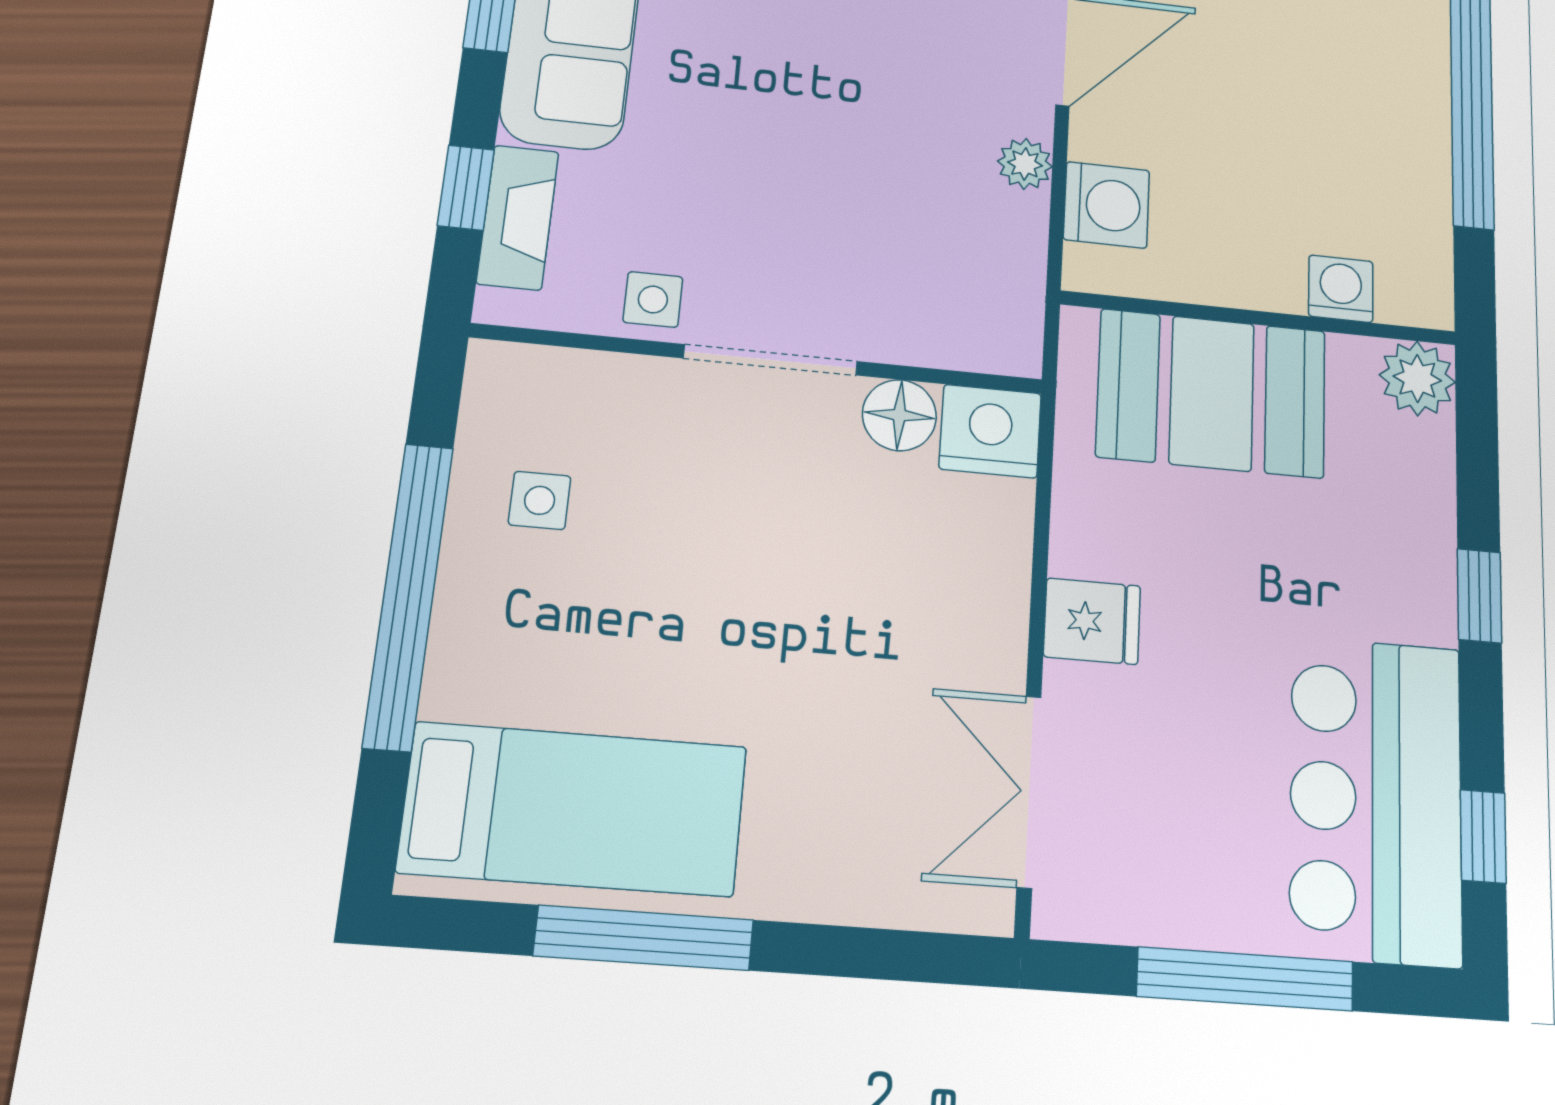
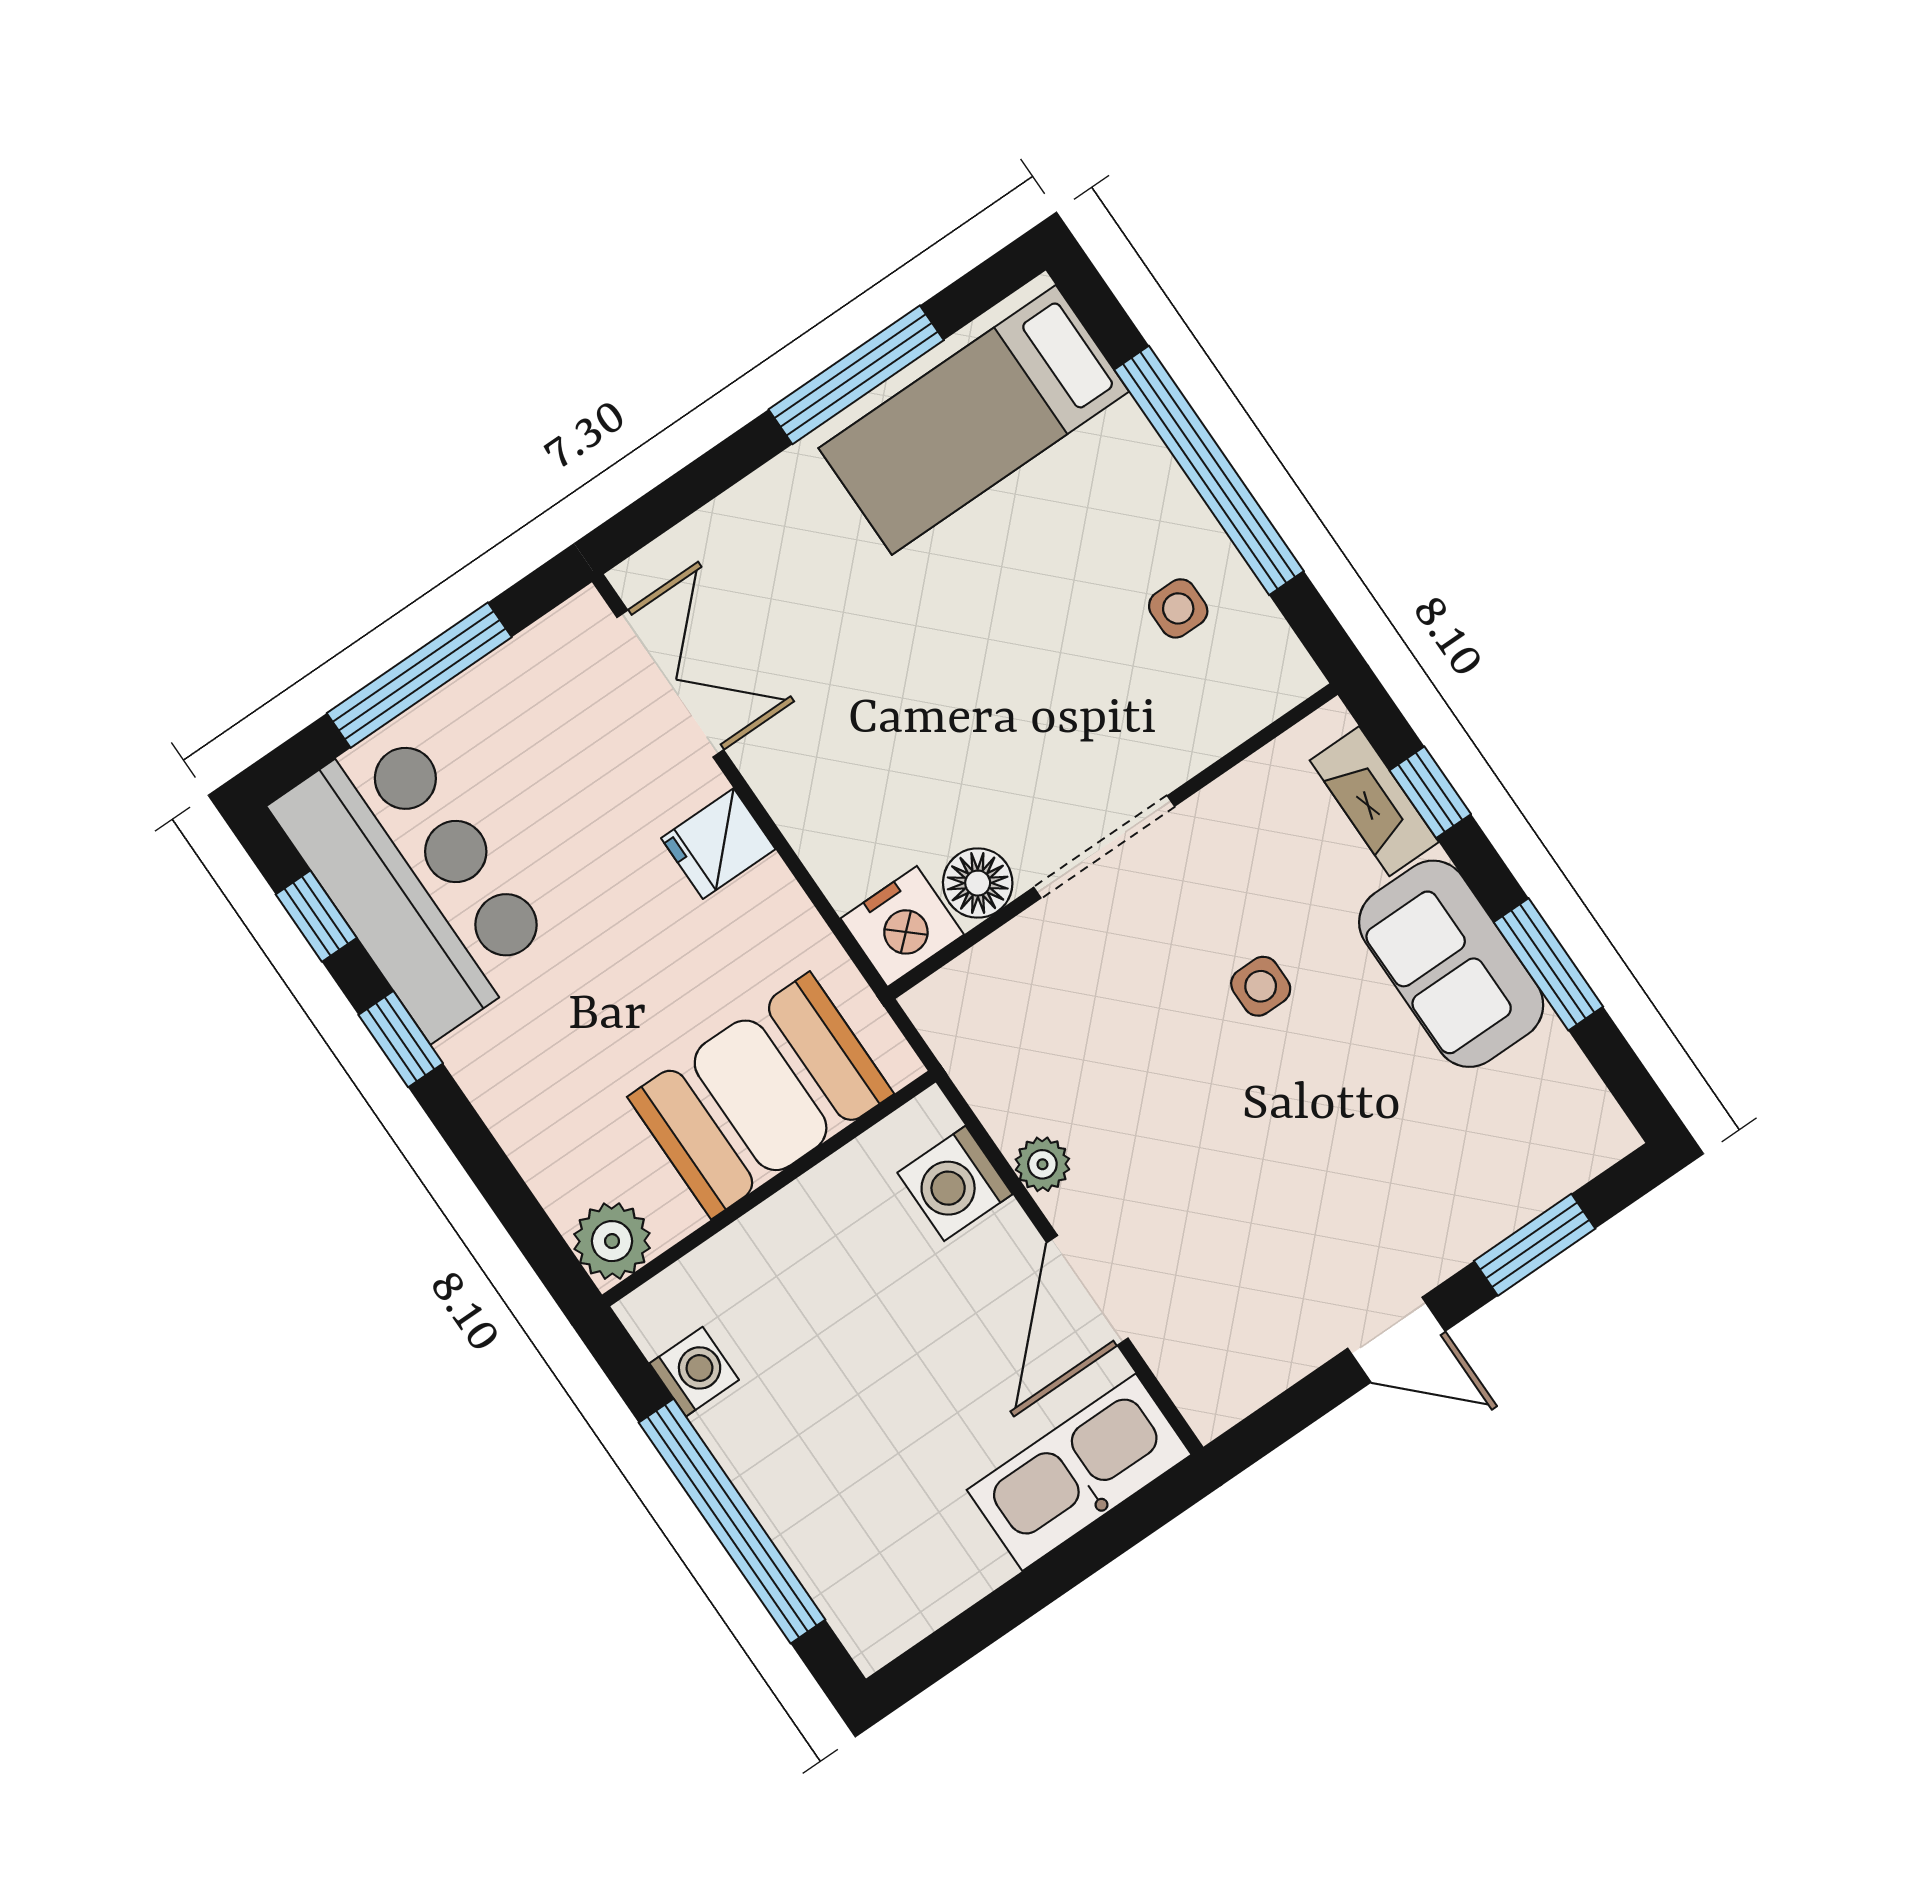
washing machine: (1341, 289) -> (694, 1372), moved, turned -90
side table: (653, 300) -> (1261, 986), moved
window: (1479, 596) -> (401, 1039), moved

